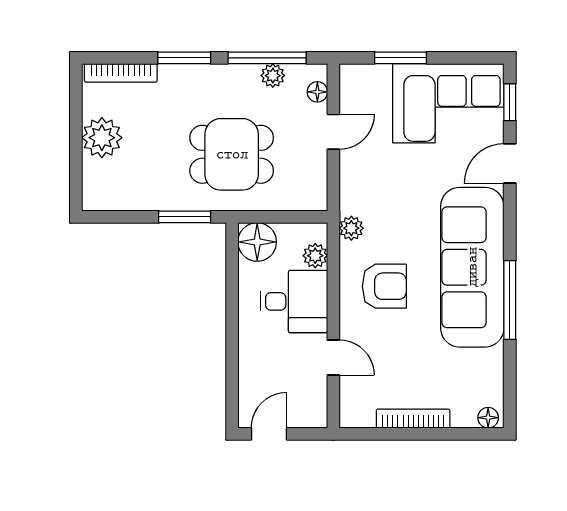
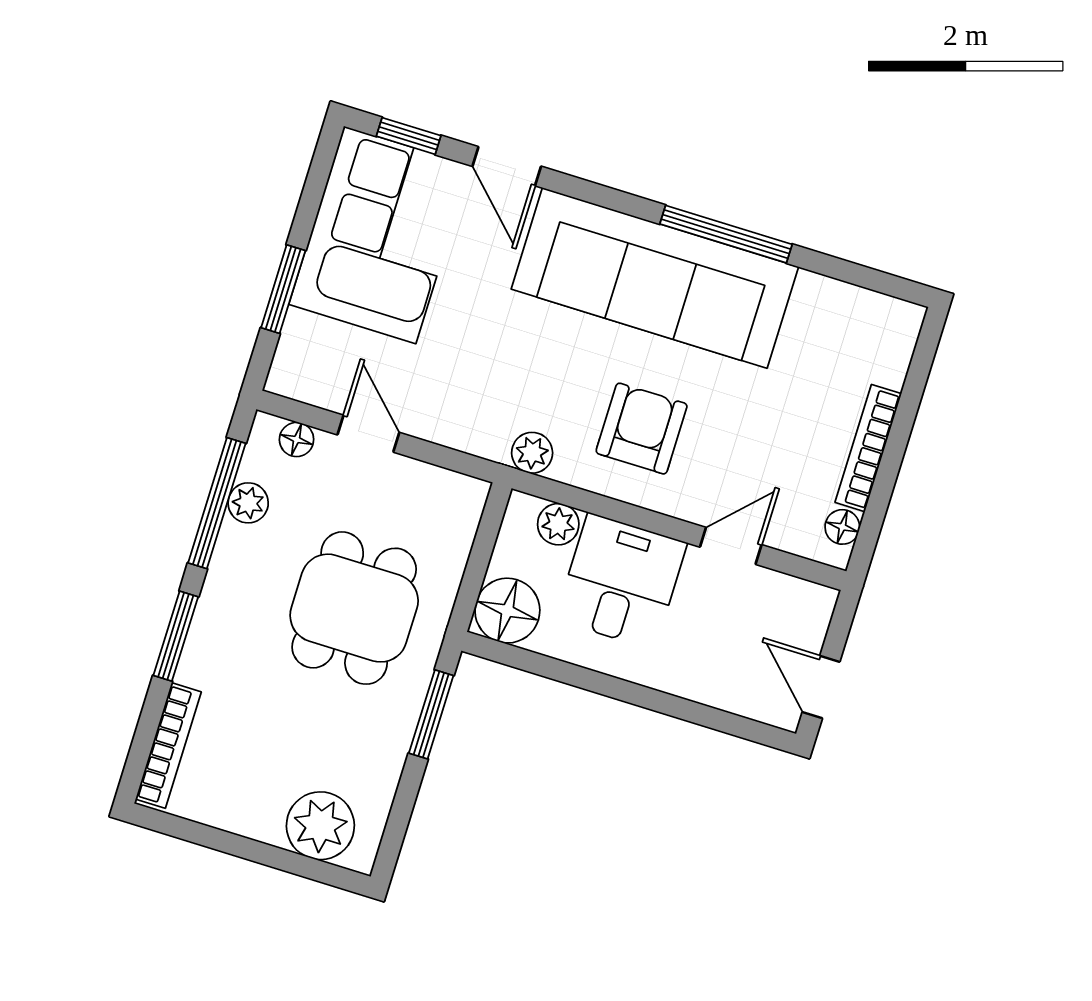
plant: (102, 138) -> (320, 826), moved
floor lamp: (488, 418) -> (842, 527), moved

